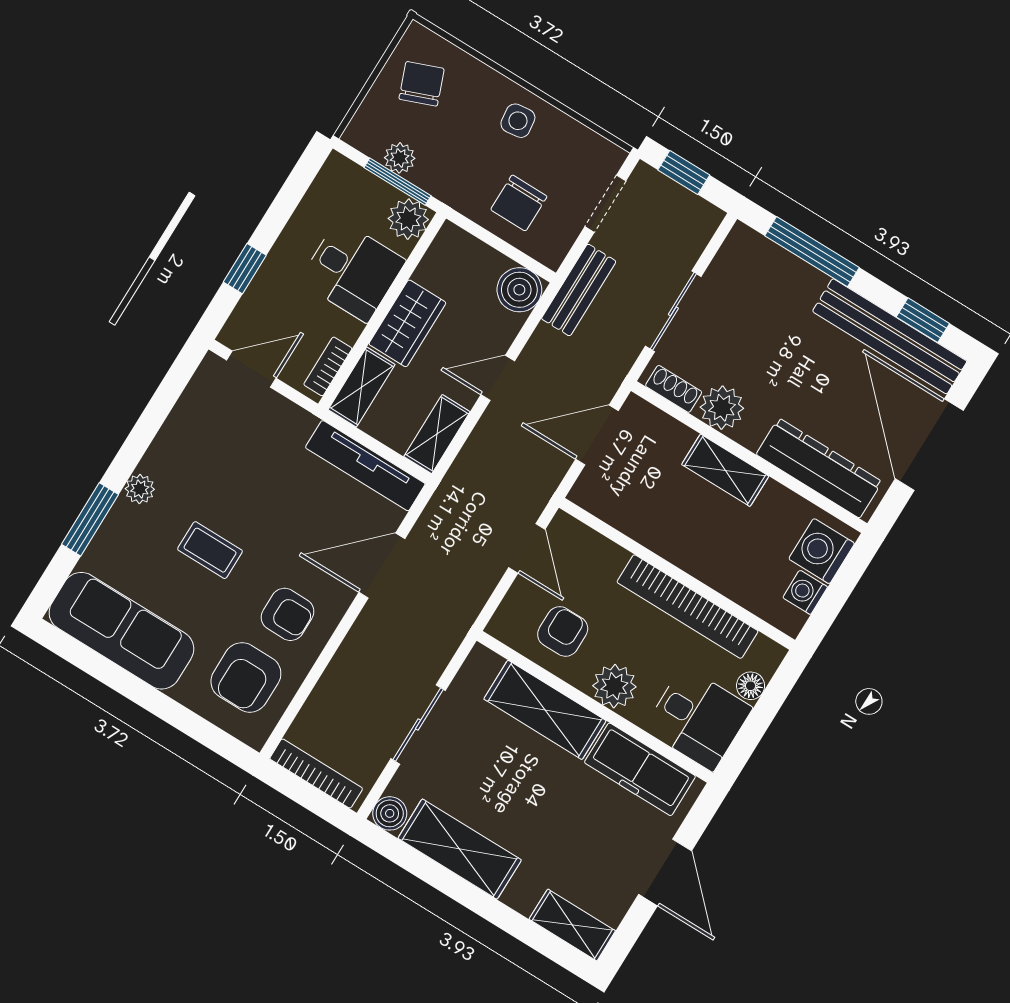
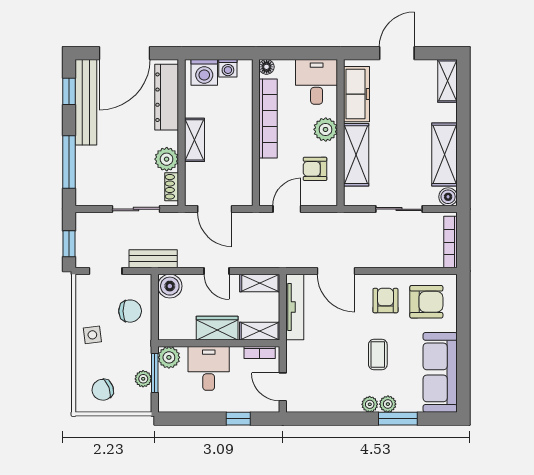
plant: (123, 518) -> (388, 404), added
floor lamp: (751, 686) -> (267, 67), moved

